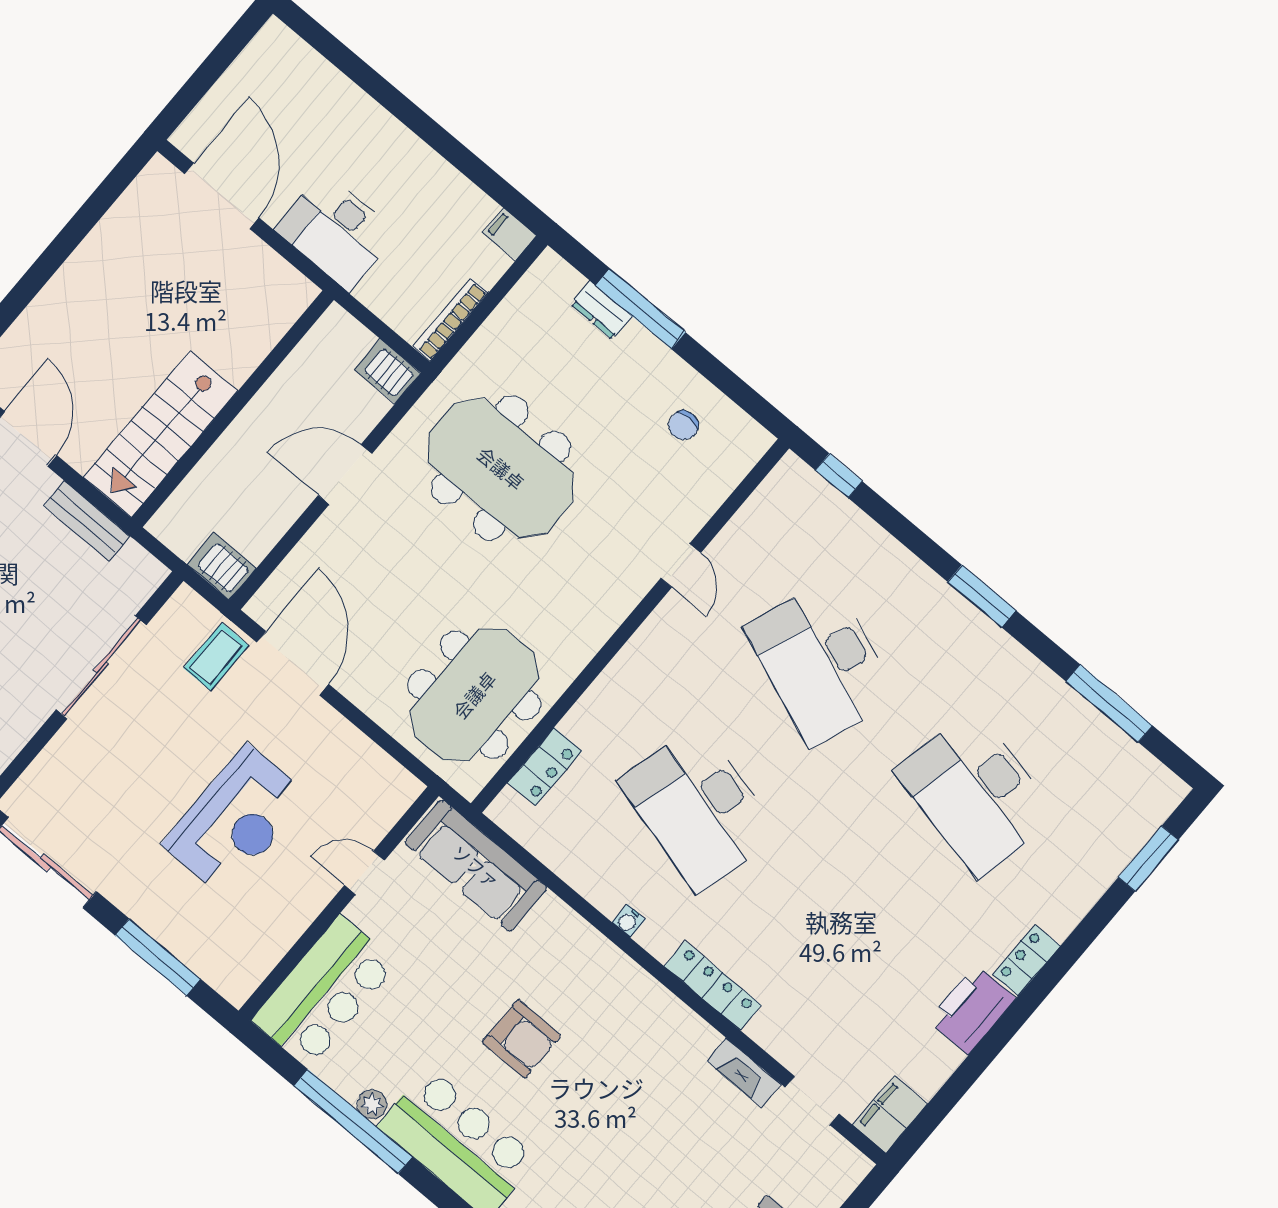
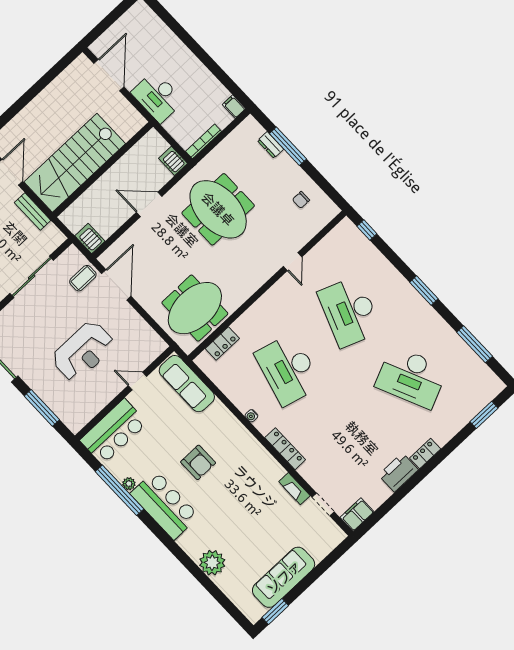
stairs: (161, 434) -> (75, 163), width x1.36, depth x1.51
desk: (976, 793) -> (411, 377), turned -36

